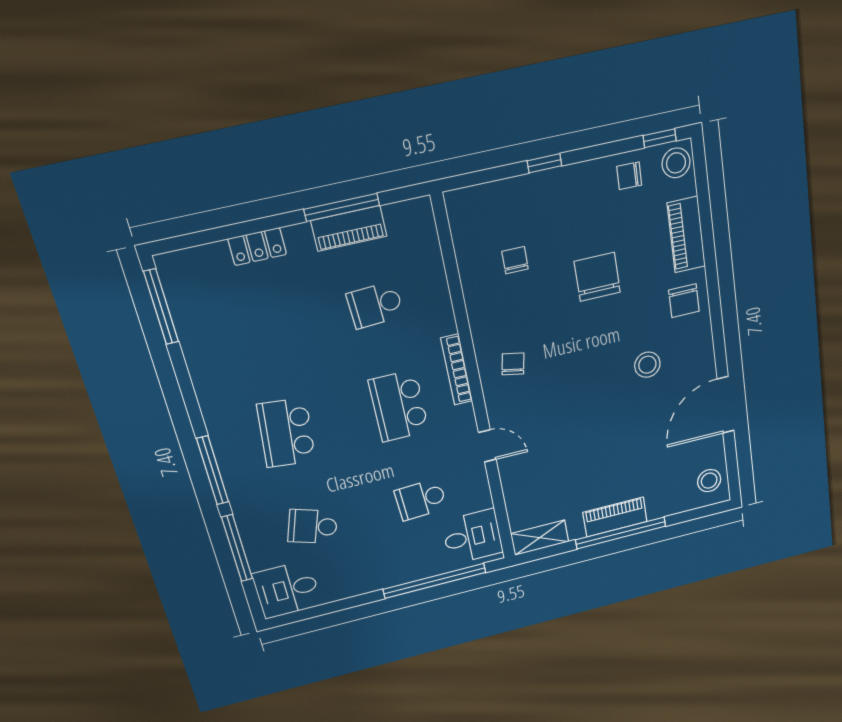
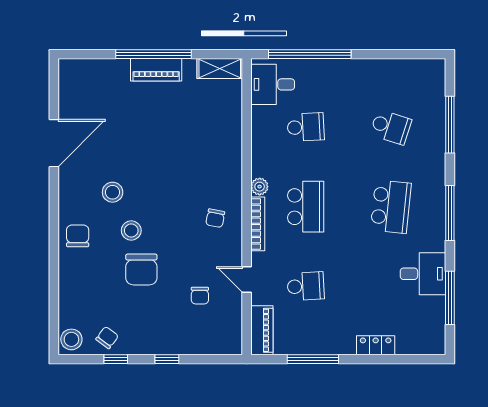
window: (660, 138) -> (116, 359), moved
chair: (629, 176) -> (107, 338), turned -54
piano: (349, 228) -> (262, 330), moved, turned 90
piano: (686, 235) -> (70, 286), removed
window: (161, 307) -> (450, 298), moved
plant: (464, 416) -> (260, 187), added
door: (487, 446) -> (247, 280), moved
window: (213, 470) -> (450, 213), moved
stool: (709, 481) -> (131, 230), moved
desk: (287, 590) -> (423, 274), moved

